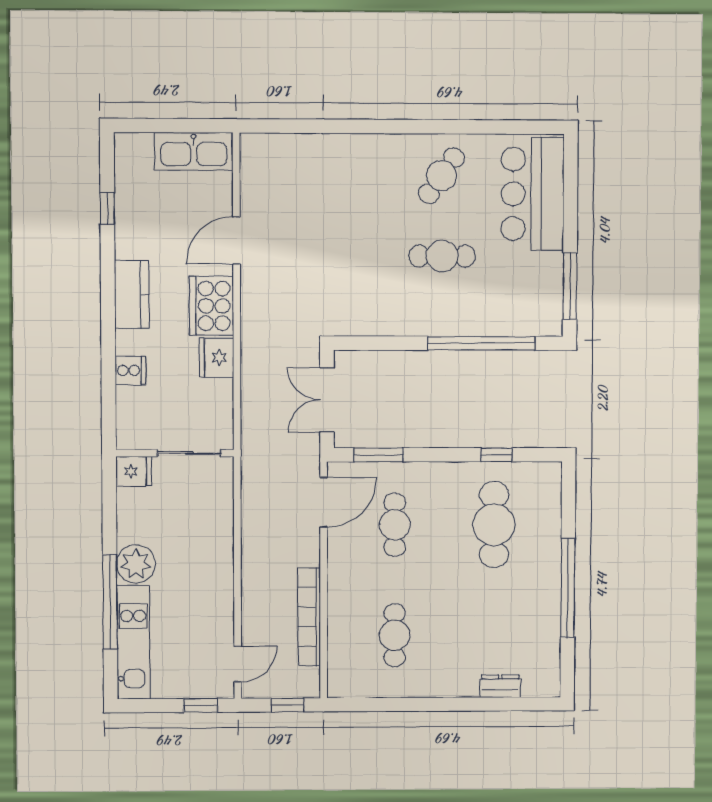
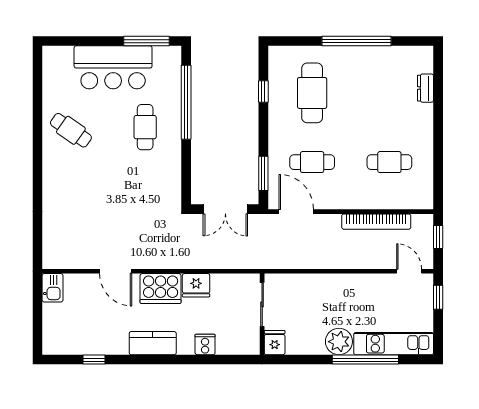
kitchen sink: (194, 151) -> (53, 288), width x0.53, depth x0.81
bar counter: (533, 194) -> (113, 67), moved
cafe table: (442, 256) -> (145, 127), moved
cafe table: (494, 525) -> (312, 93), turned 90

